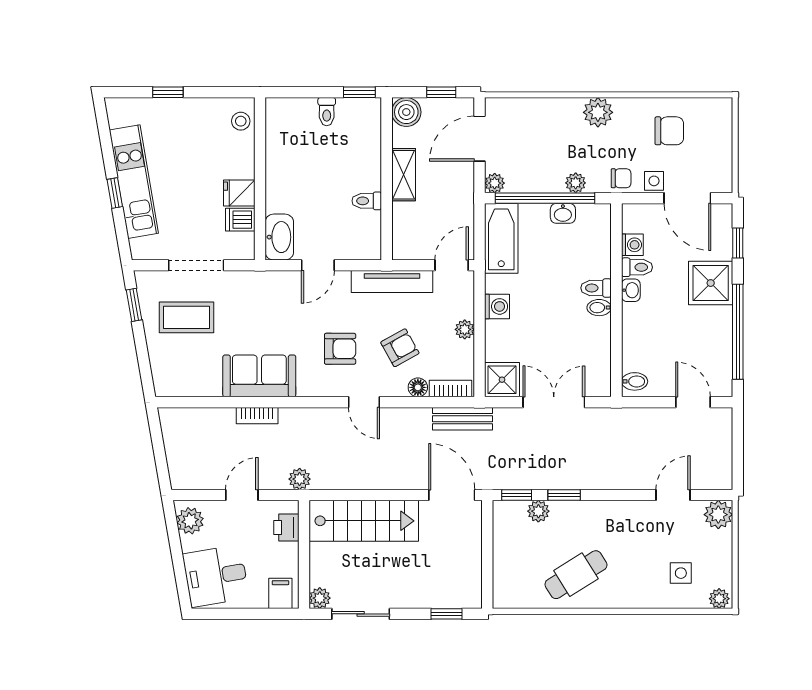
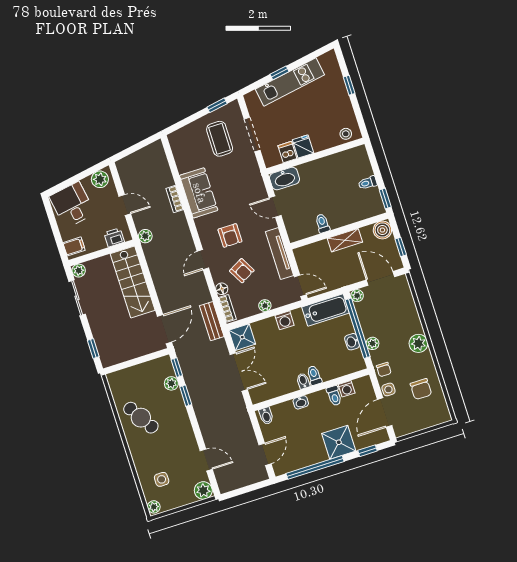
washbasin: (631, 290) -> (301, 402), moved

